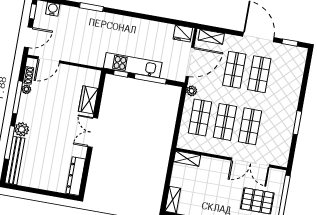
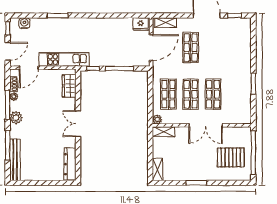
kitchen unit: (133, 65) -> (64, 59), moved
shop shelf: (259, 74) -> (213, 48), removed
plant: (192, 91) -> (157, 119), moved
wardrobe: (88, 100) -> (69, 86), moved
plant: (22, 129) -> (16, 118), moved
double door: (251, 163) -> (206, 125), moved

